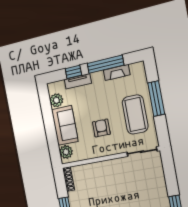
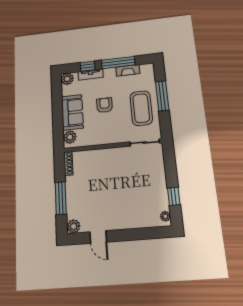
plant: (56, 100) -> (67, 79), moved
armchair: (101, 128) -> (105, 105), moved

